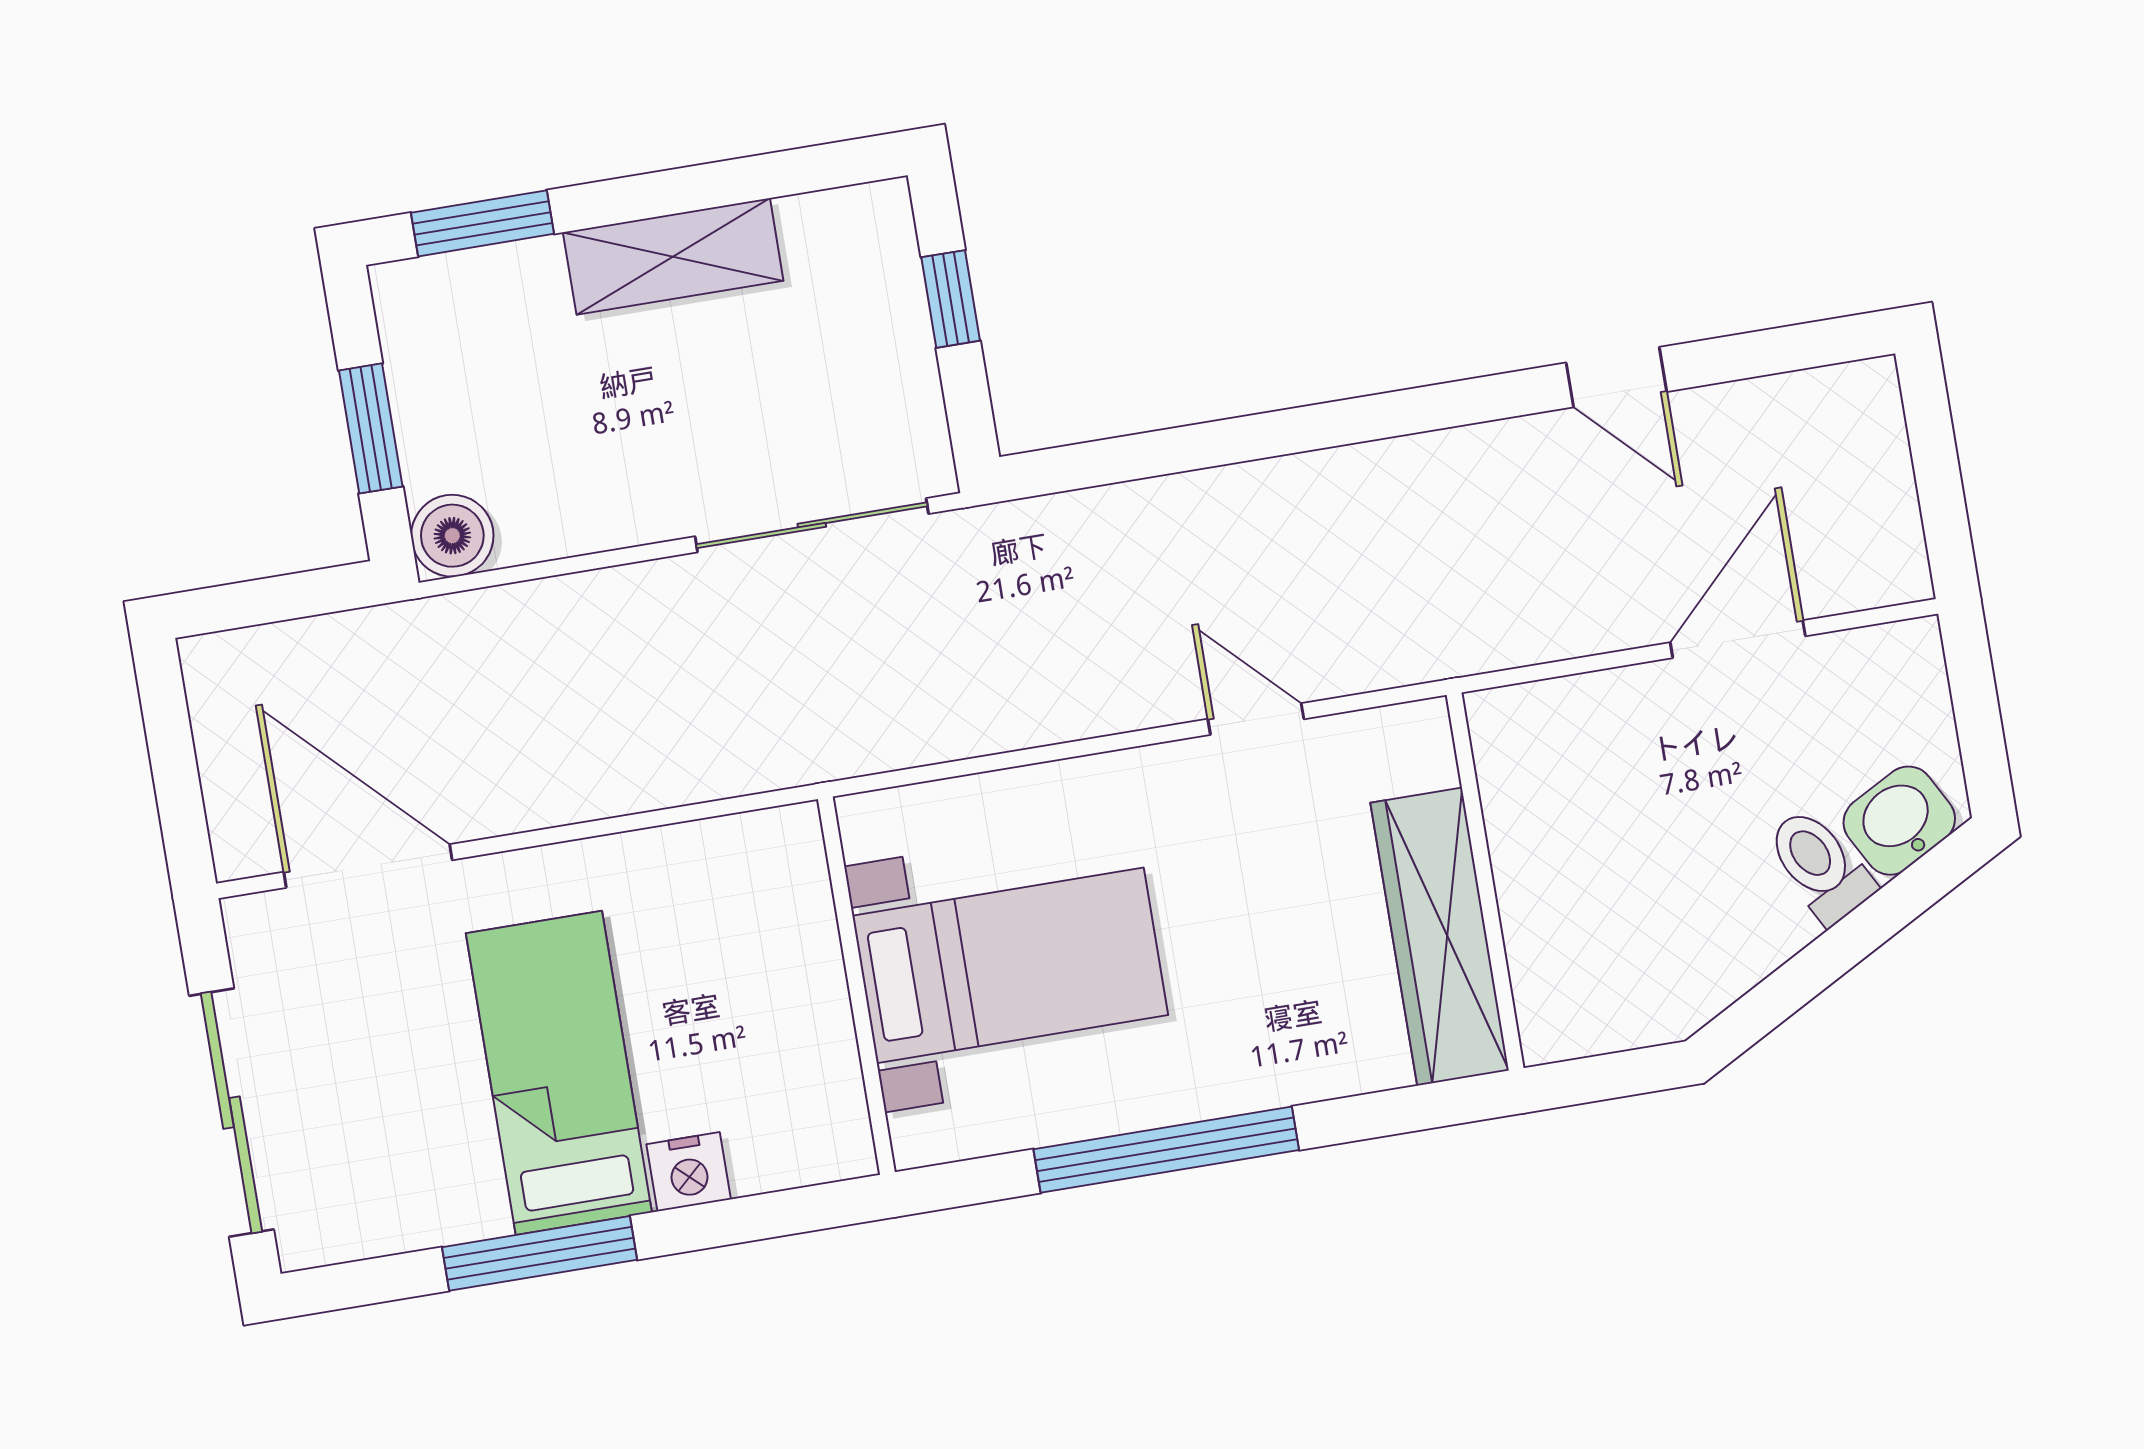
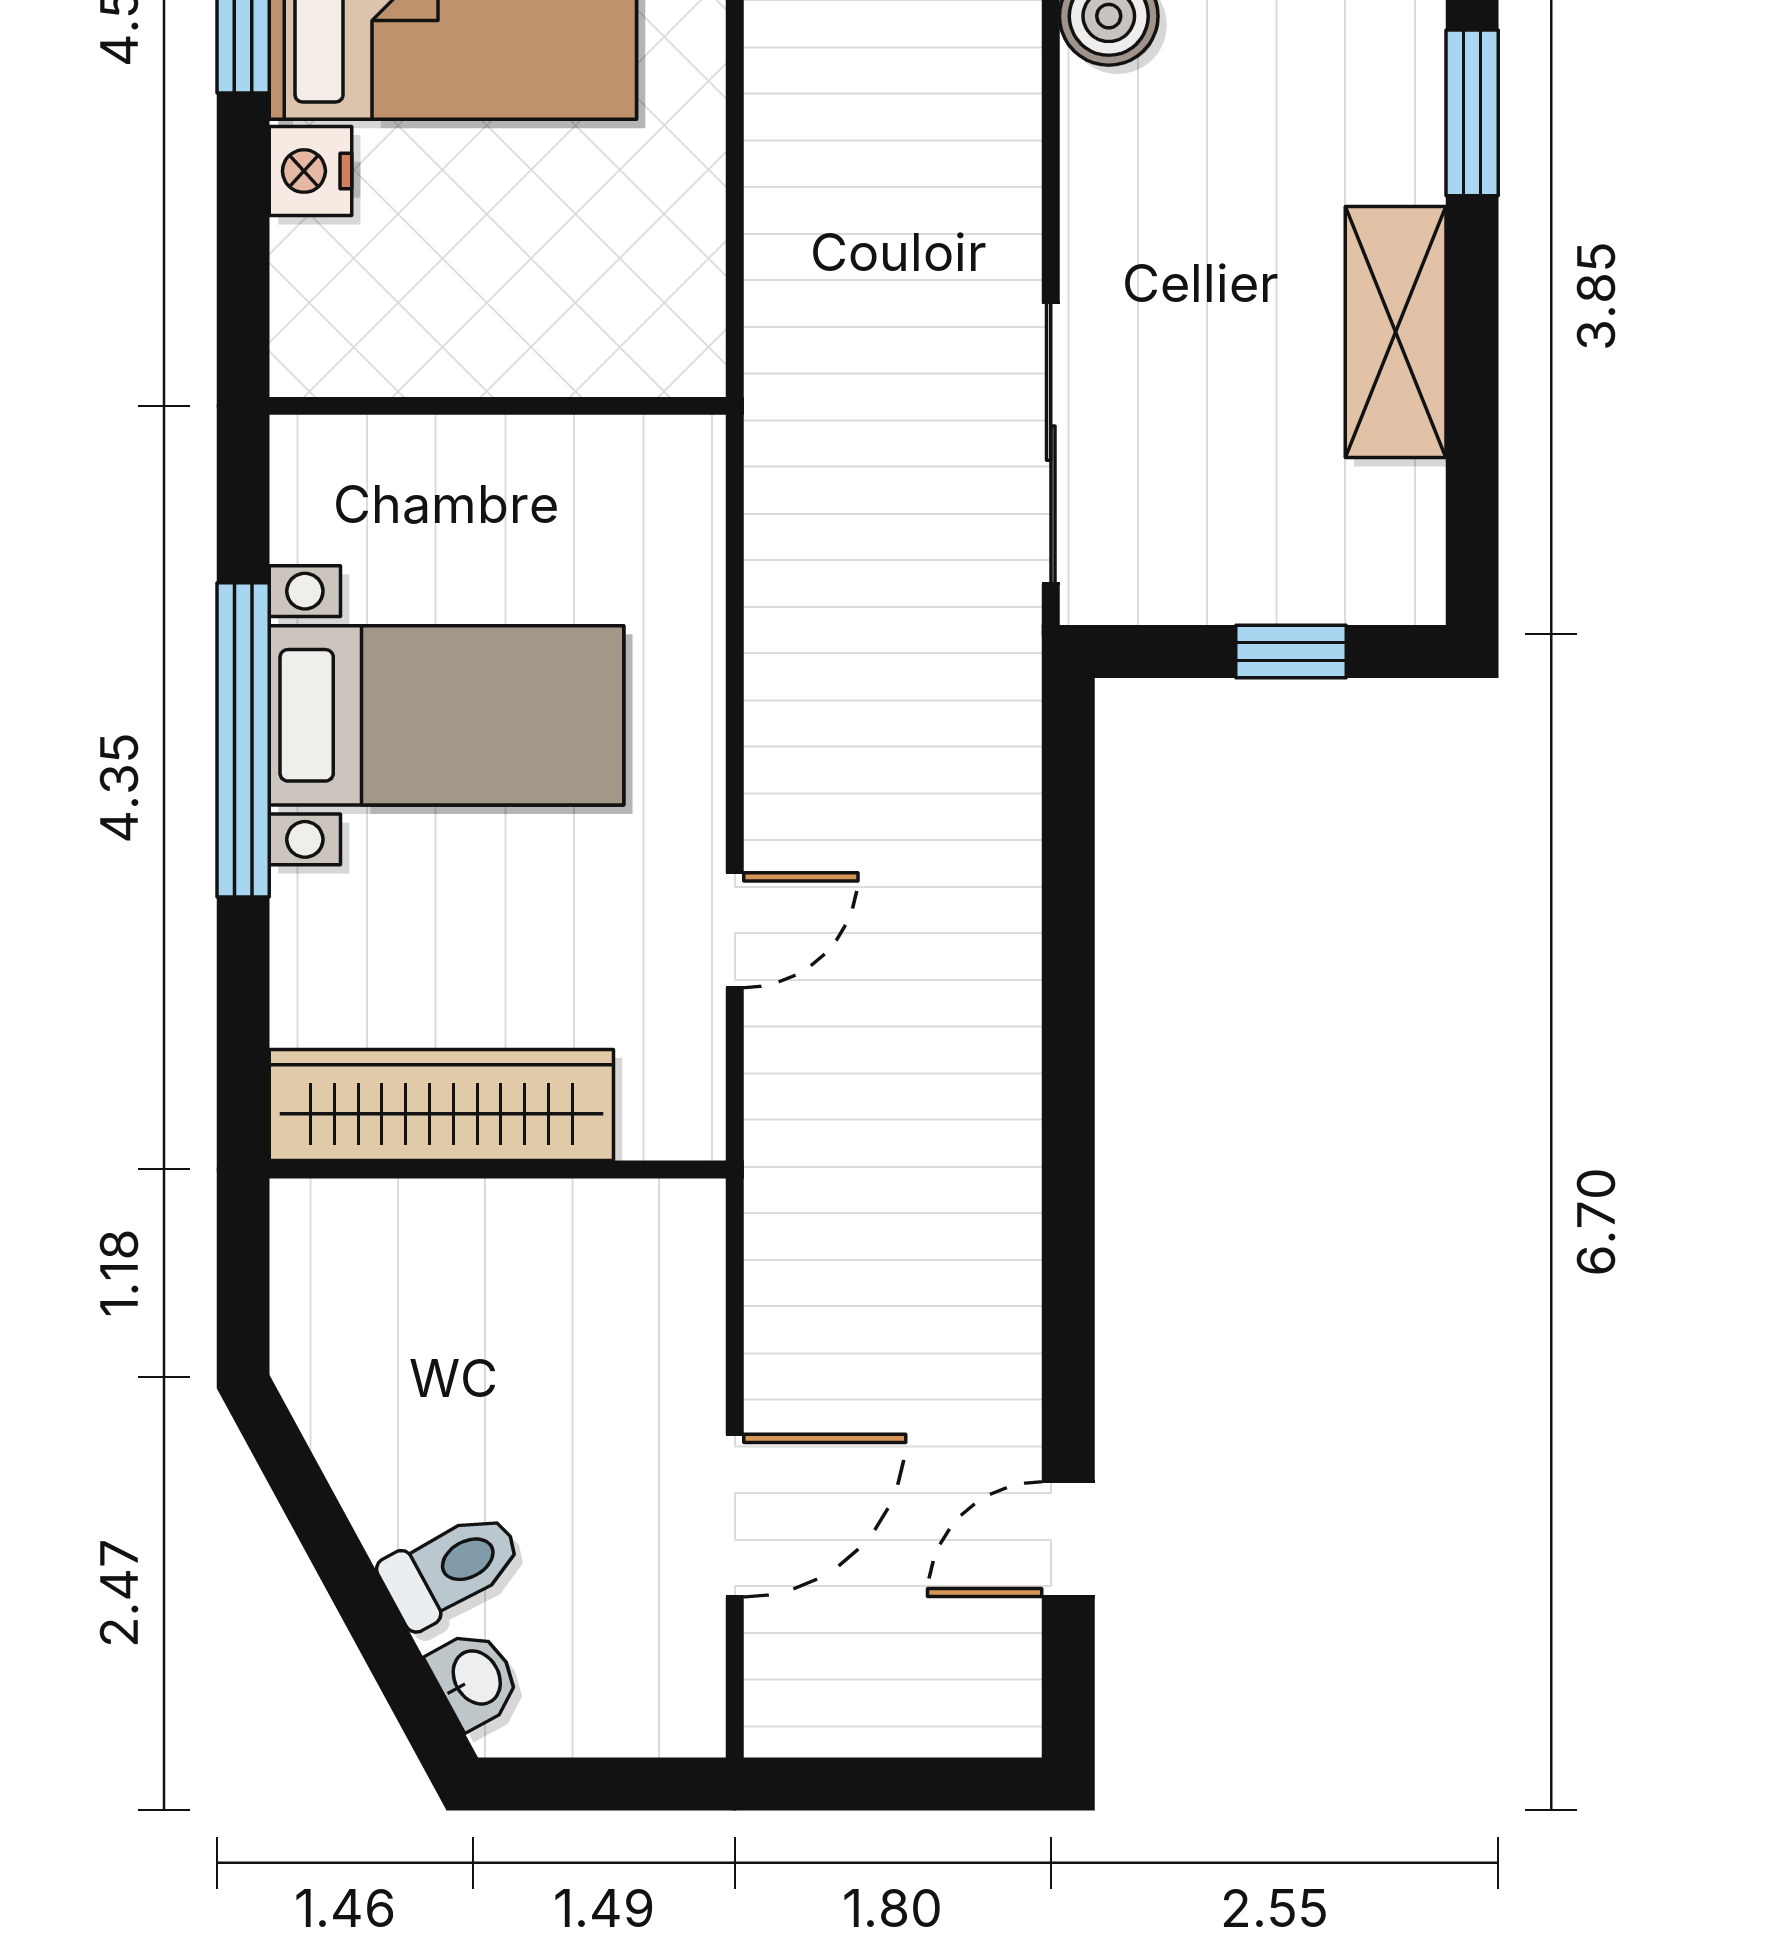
door: (1616, 377) -> (1068, 1539), moved
door: (1738, 639) -> (735, 1516), hinge flipped
washbasin: (1899, 821) -> (475, 1678), width x0.72, depth x0.69
bed with nightstands: (1010, 965) -> (447, 715), moved, turned -90

